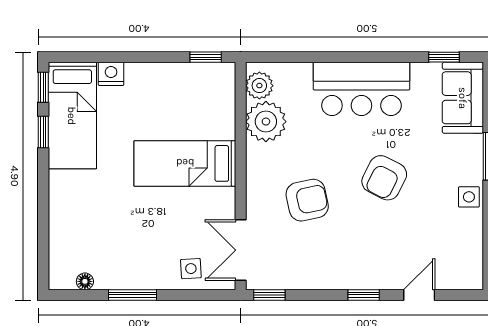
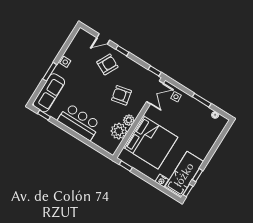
plant: (259, 86) -> (129, 120), moved
sofa: (463, 98) -> (49, 93), width x1.36
bed: (185, 163) -> (151, 142), width x2.04
armchair: (384, 178) -> (107, 64), moved

